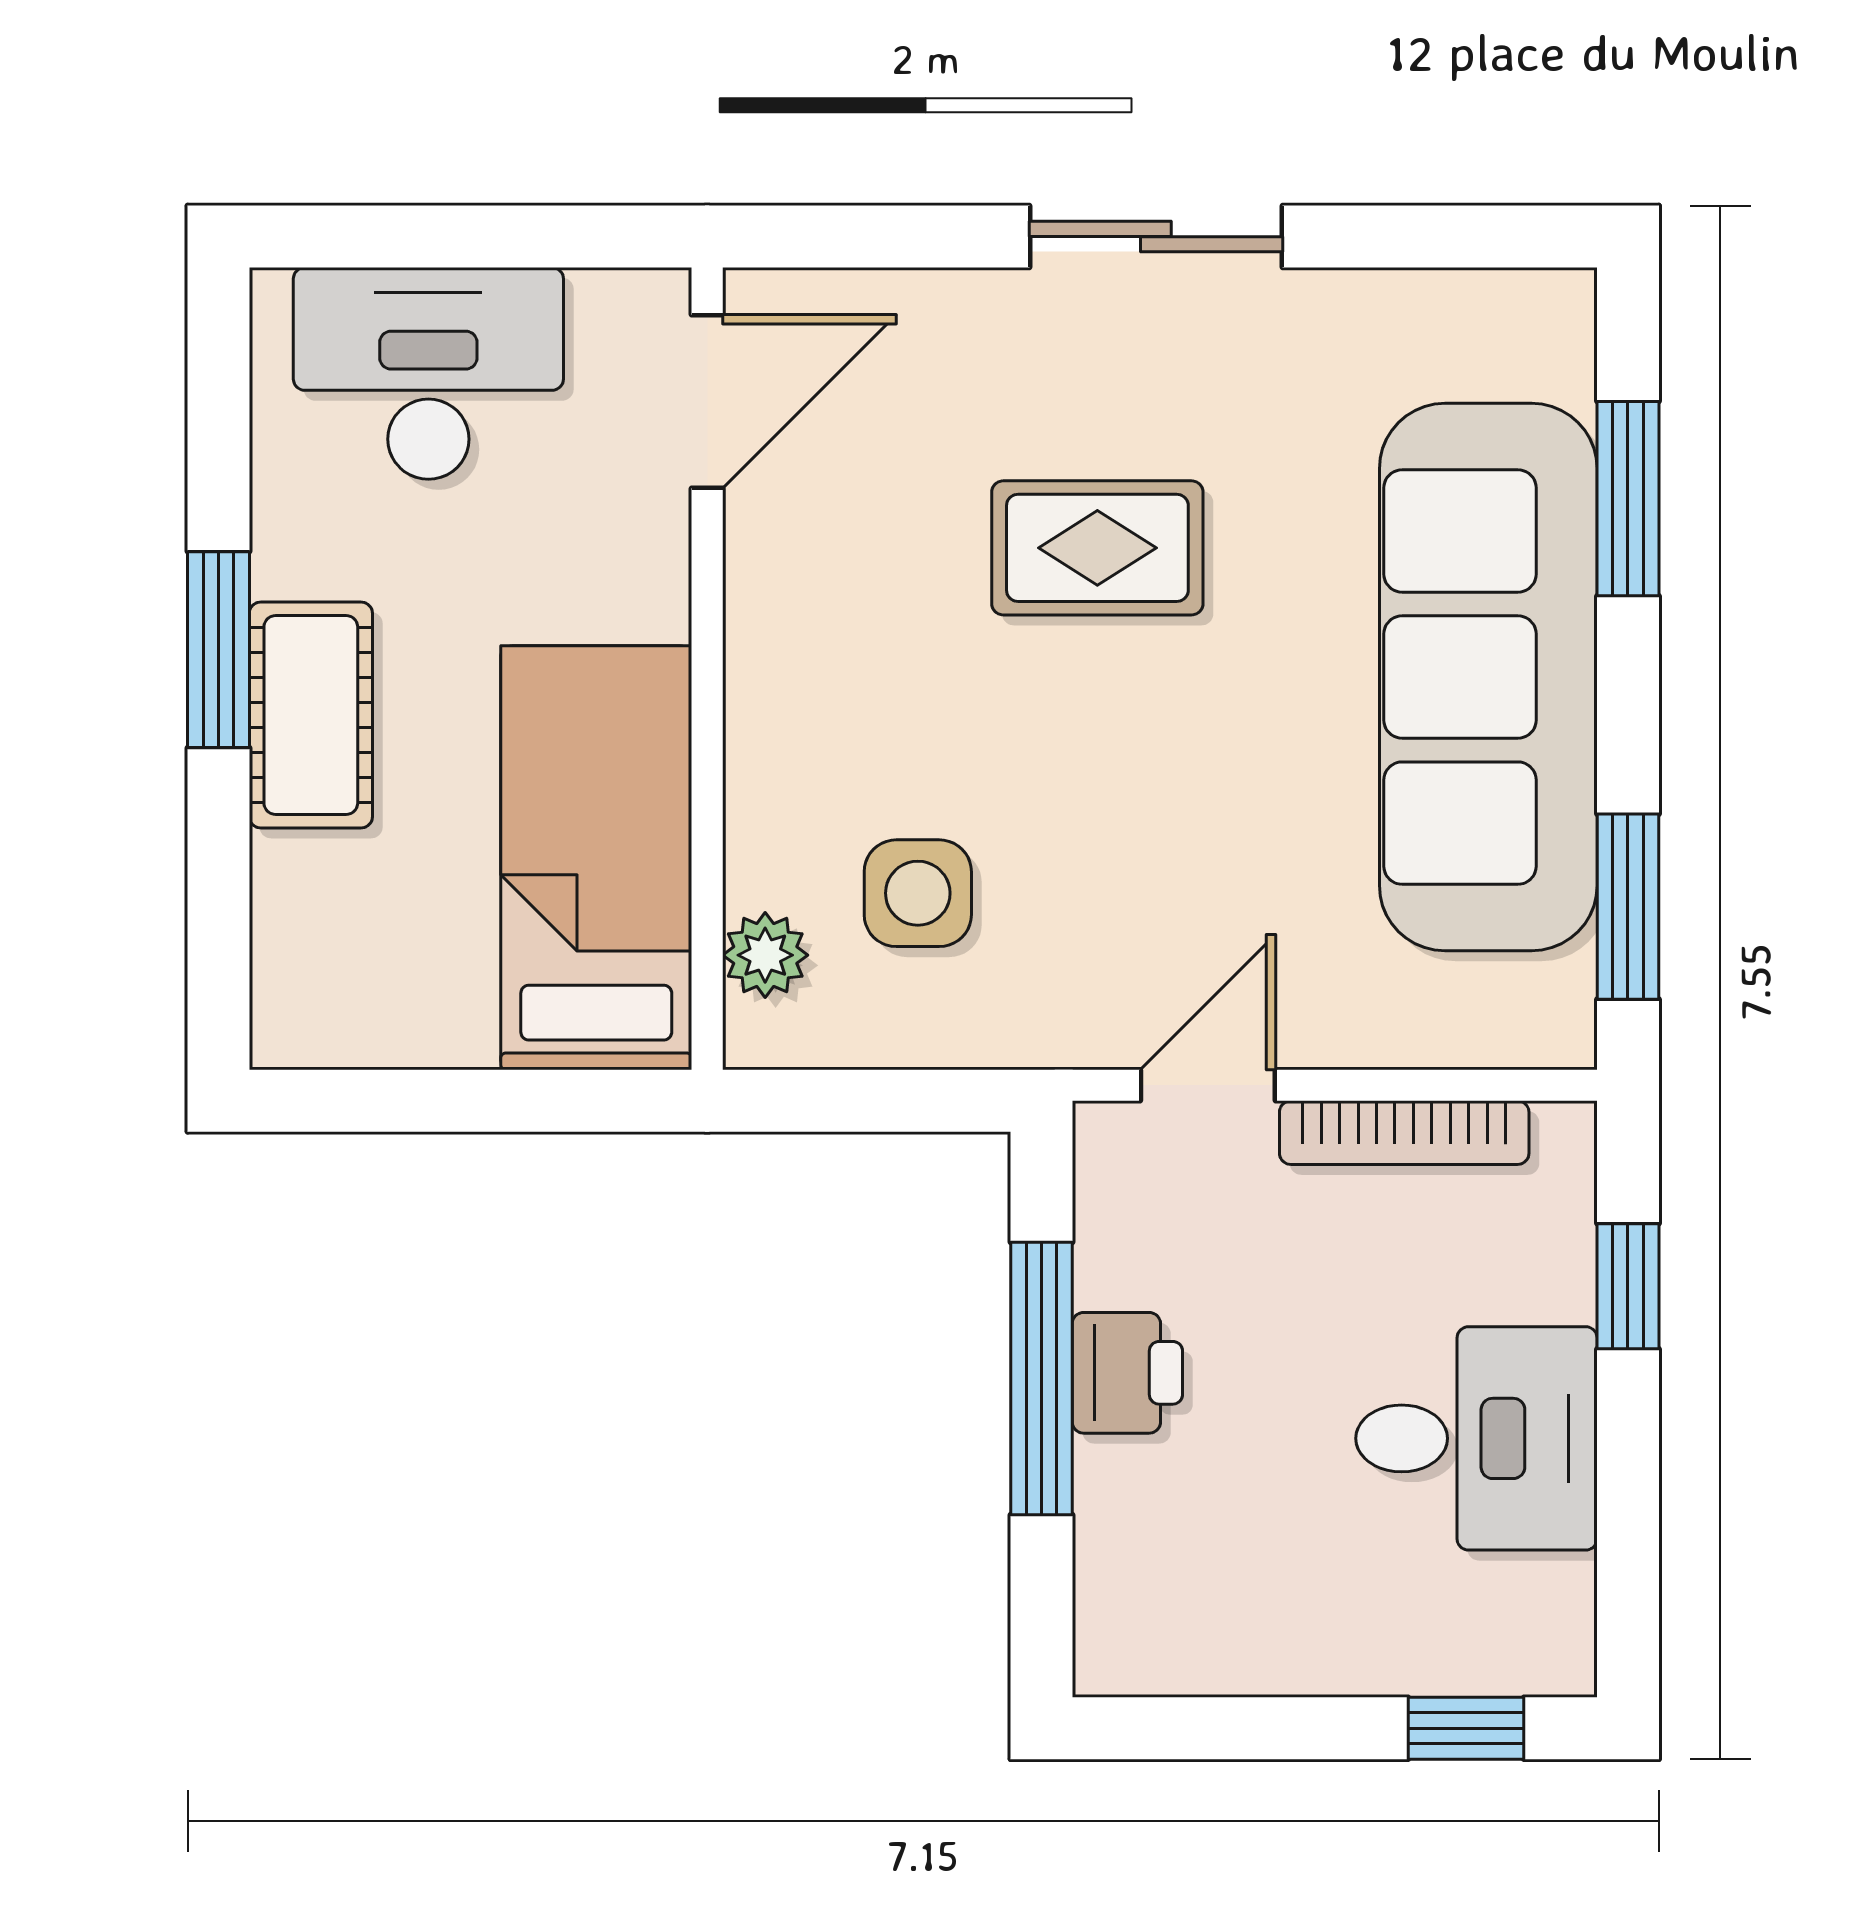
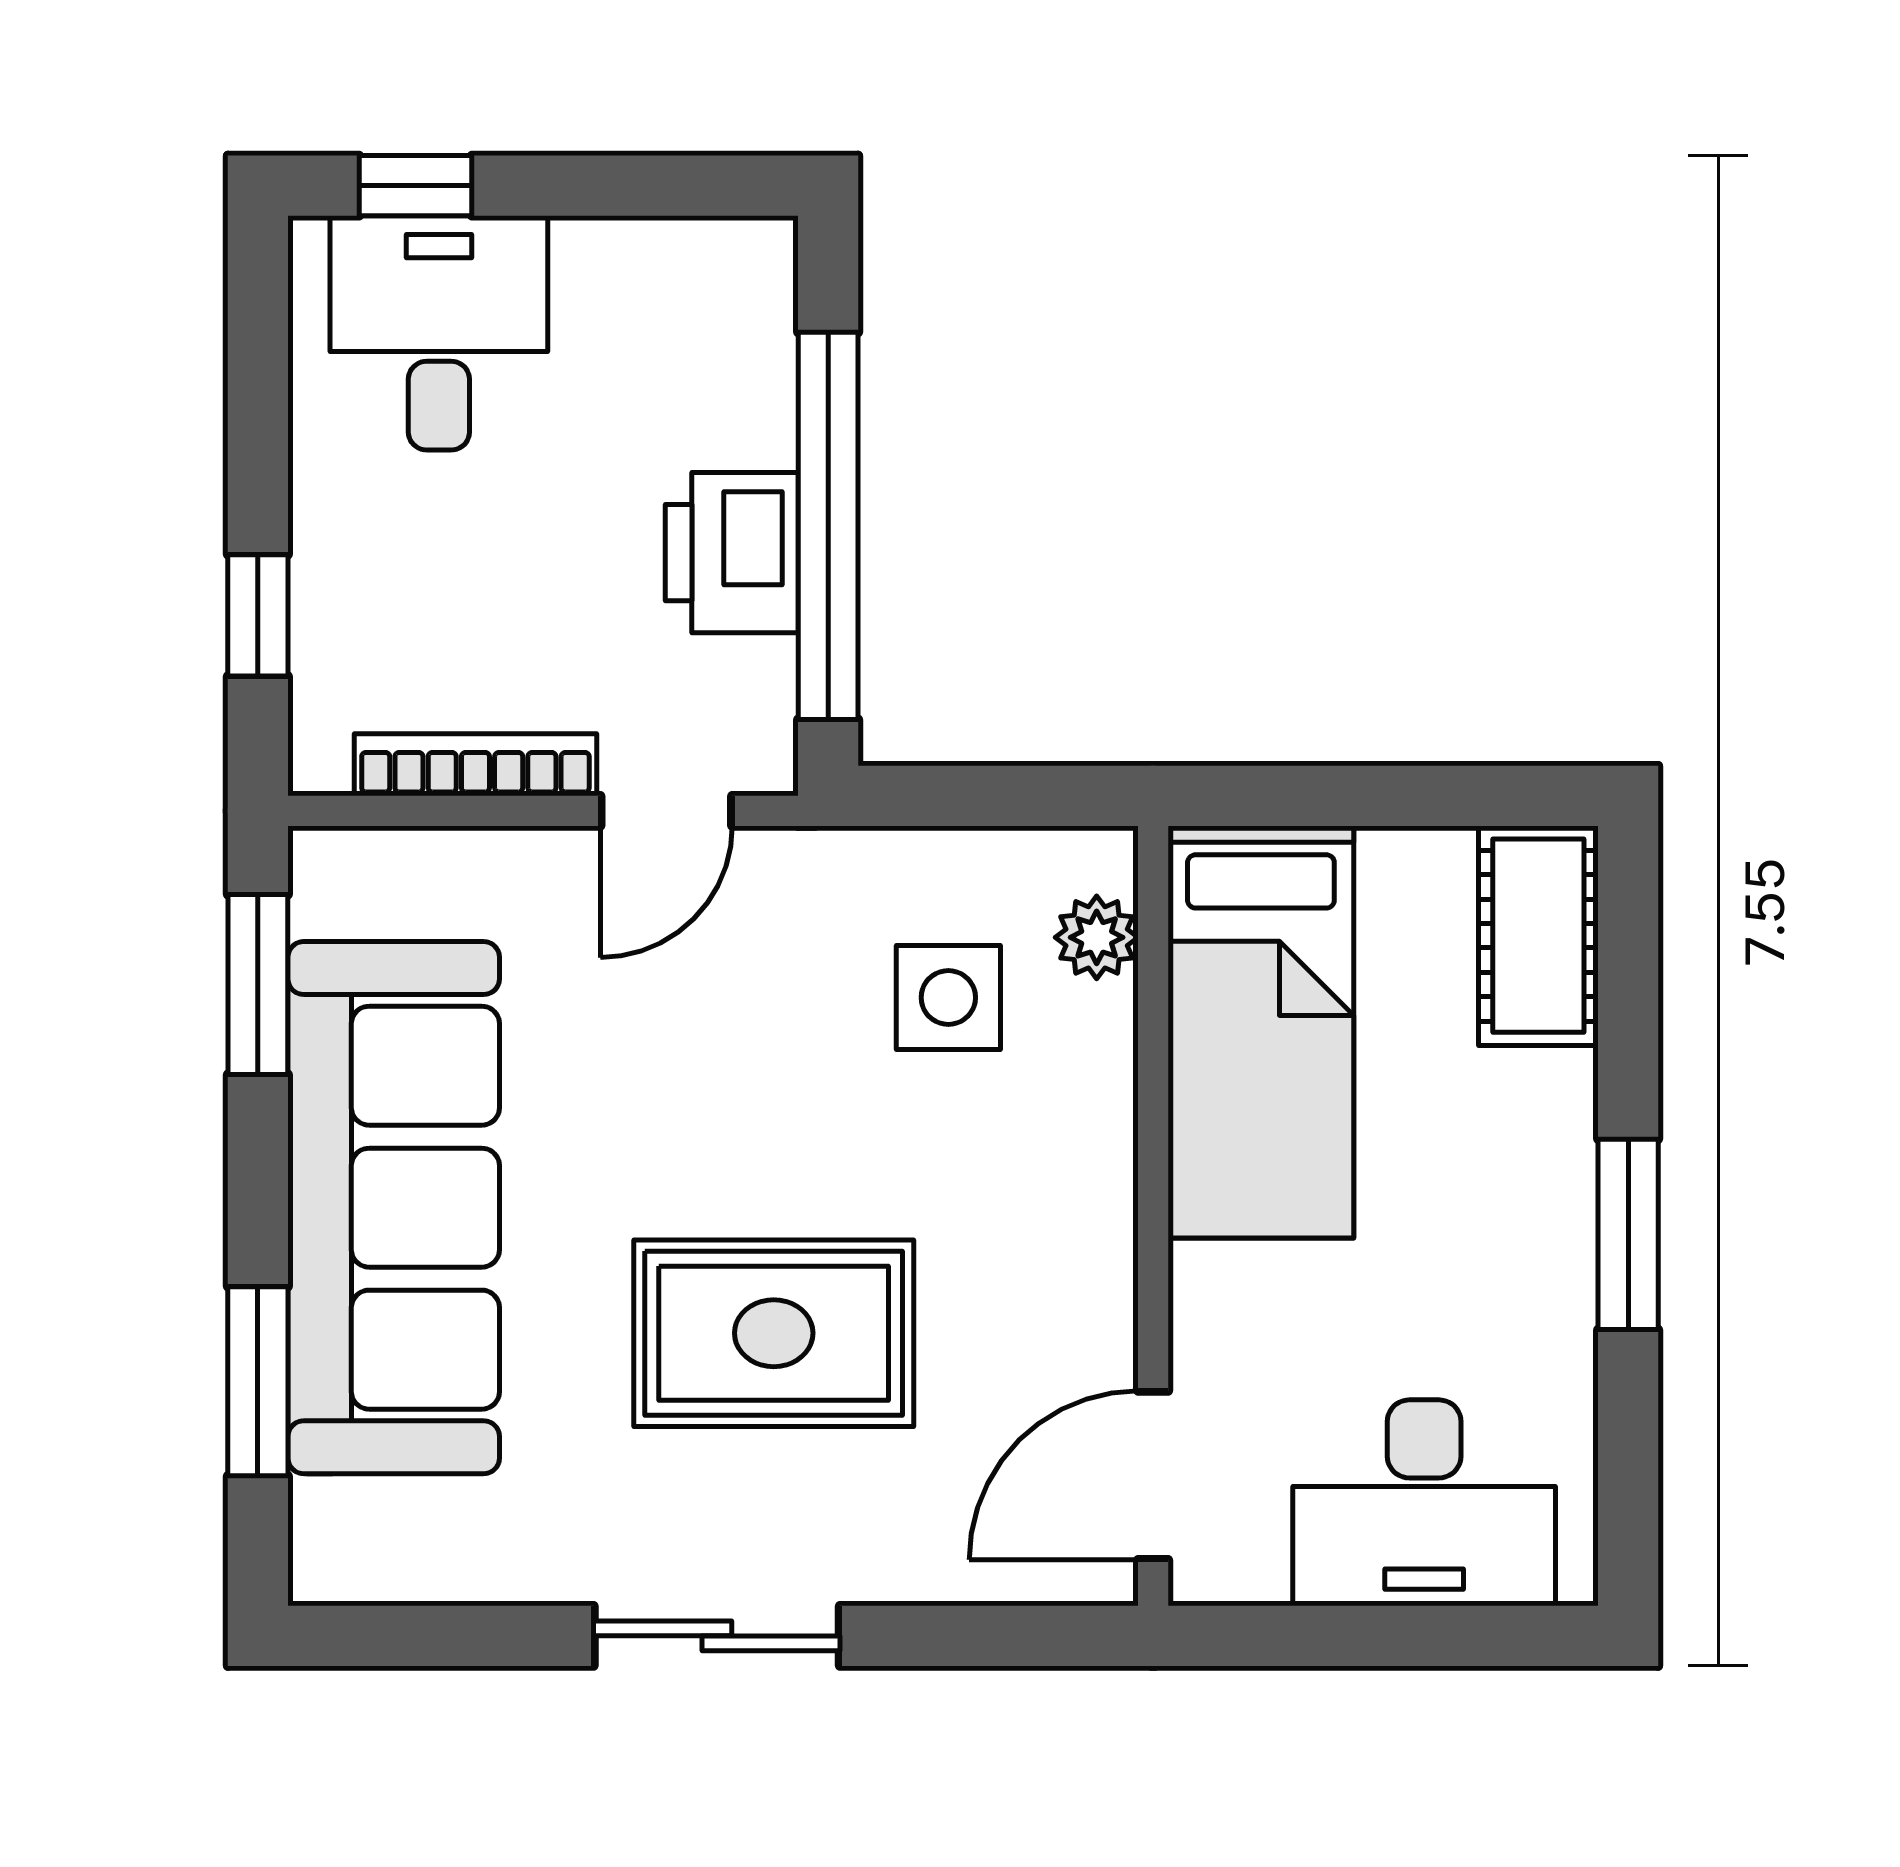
rug: (1097, 548) -> (774, 1333), width x1.36, depth x1.43
cot: (311, 715) -> (1538, 936), moved
printer: (1127, 1373) -> (732, 553), width x1.36, depth x1.24
window: (1041, 1378) -> (828, 526), width x1.46
desk: (1476, 1438) -> (439, 333), moved, turned 90

